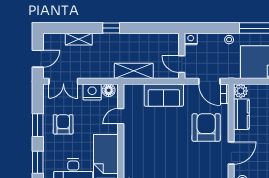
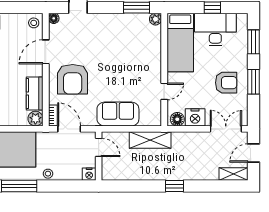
shelving: (79, 39) -> (234, 174), moved
armchair: (63, 124) -> (226, 83), turned -90

